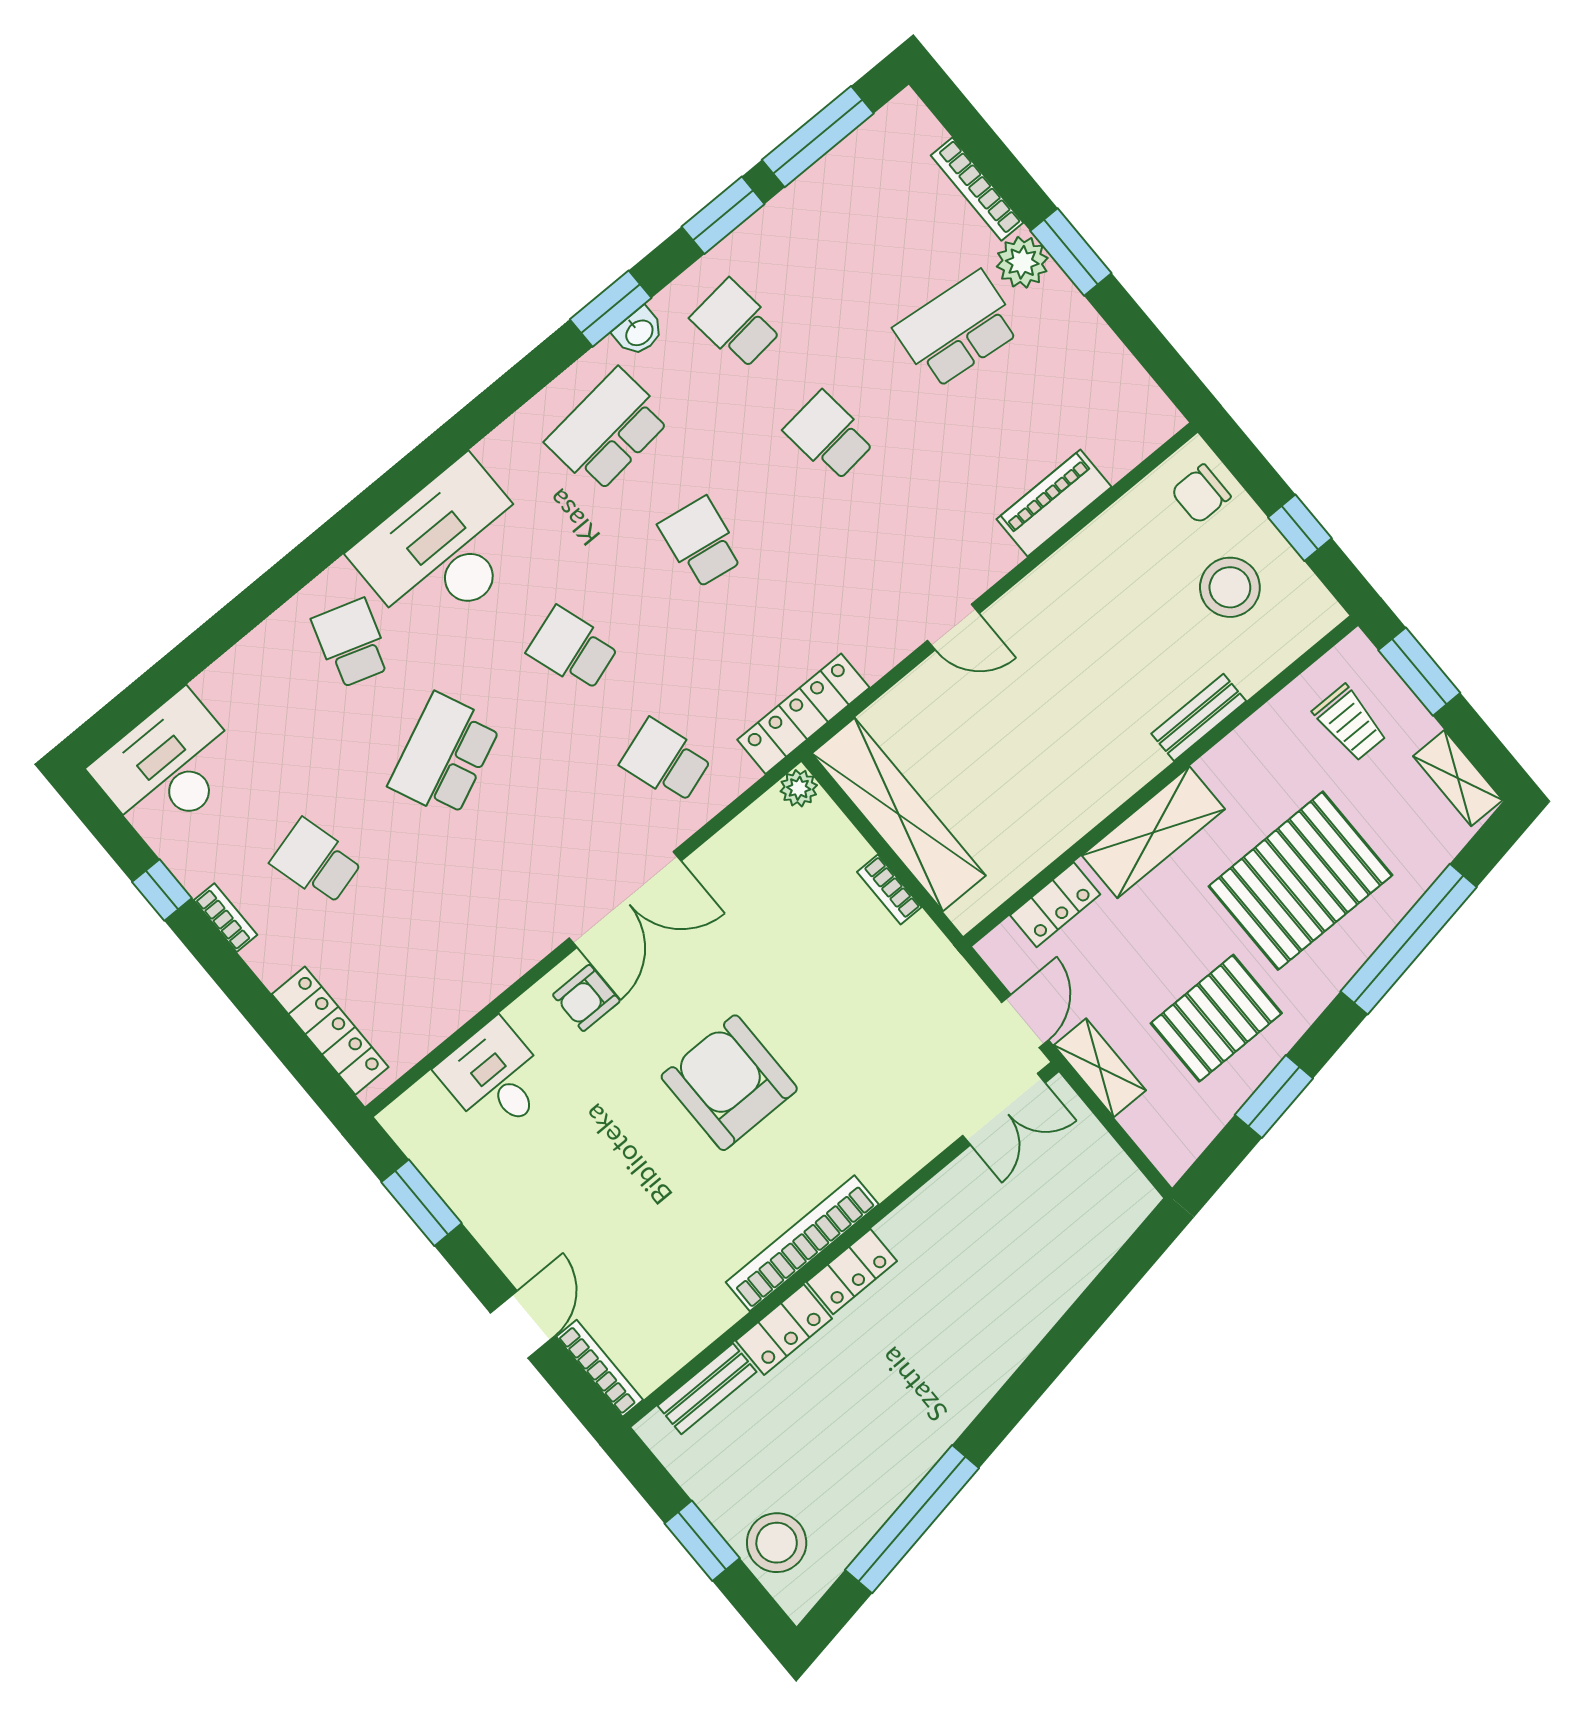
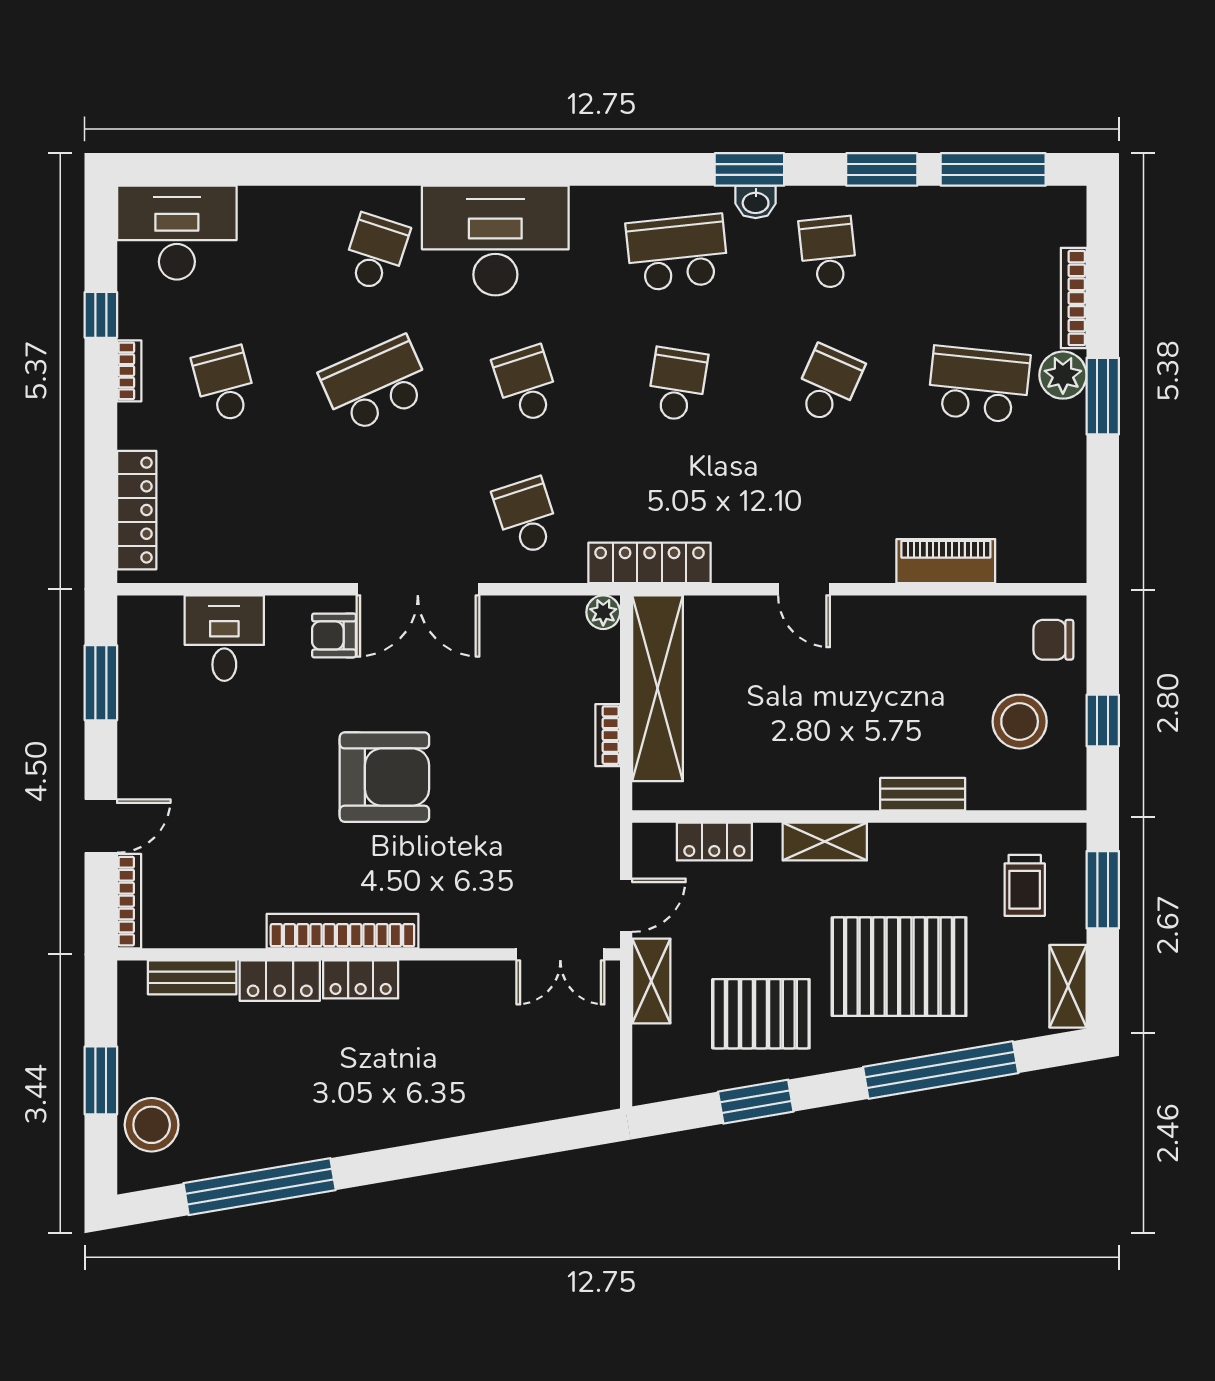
school desk: (829, 436) -> (828, 384), turned 30
shelving: (1153, 832) -> (825, 842), width x0.67, depth x0.75
armchair: (729, 1083) -> (384, 777), turned 90

